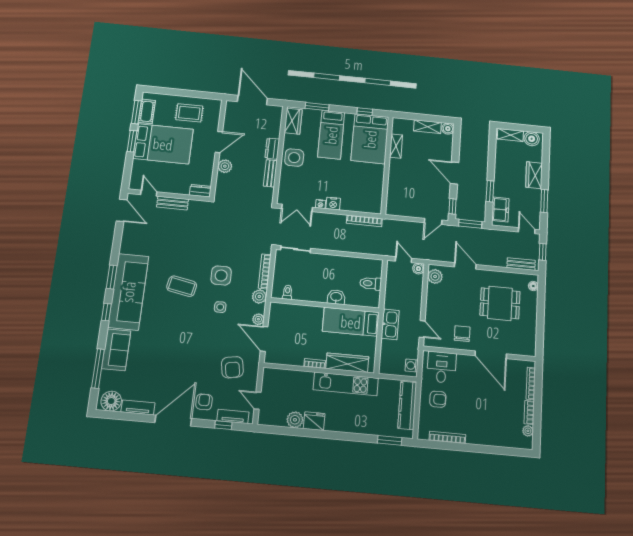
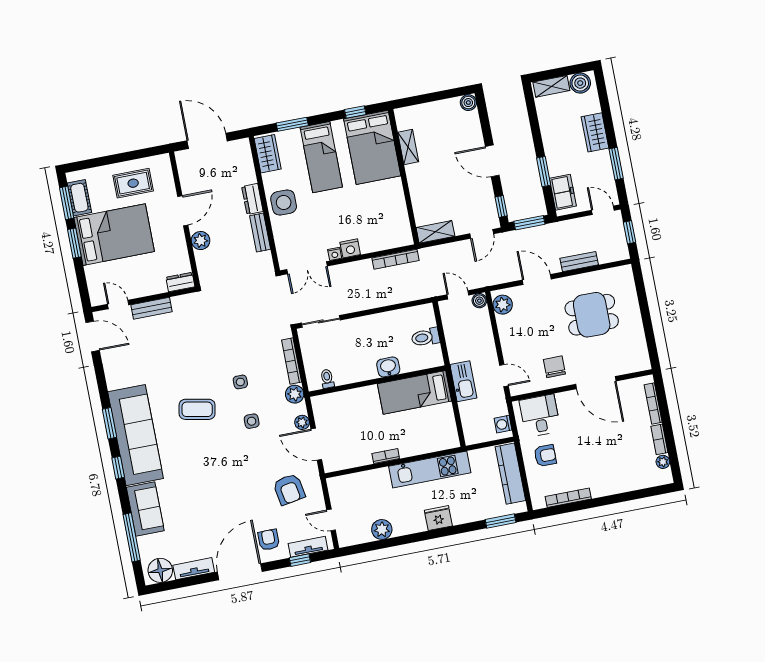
shelving: (427, 127) -> (435, 232), moved
bench: (521, 264) -> (579, 262), moved
side table: (221, 276) -> (240, 382), width x0.54, depth x0.54
floor lamp: (533, 286) -> (628, 280), removed
wardrobe: (347, 363) -> (425, 444), removed
fridge: (314, 421) -> (438, 518), moved

